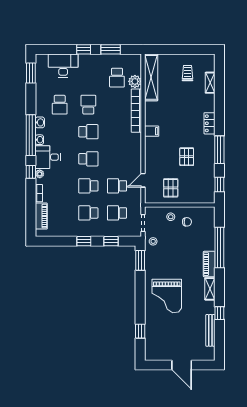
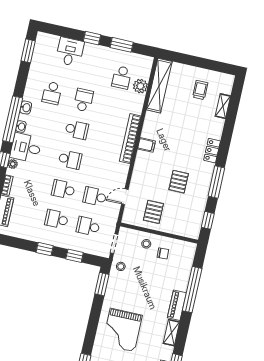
desk: (63, 65) -> (70, 52), width x0.73
bookcase: (136, 111) -> (130, 139), moved

